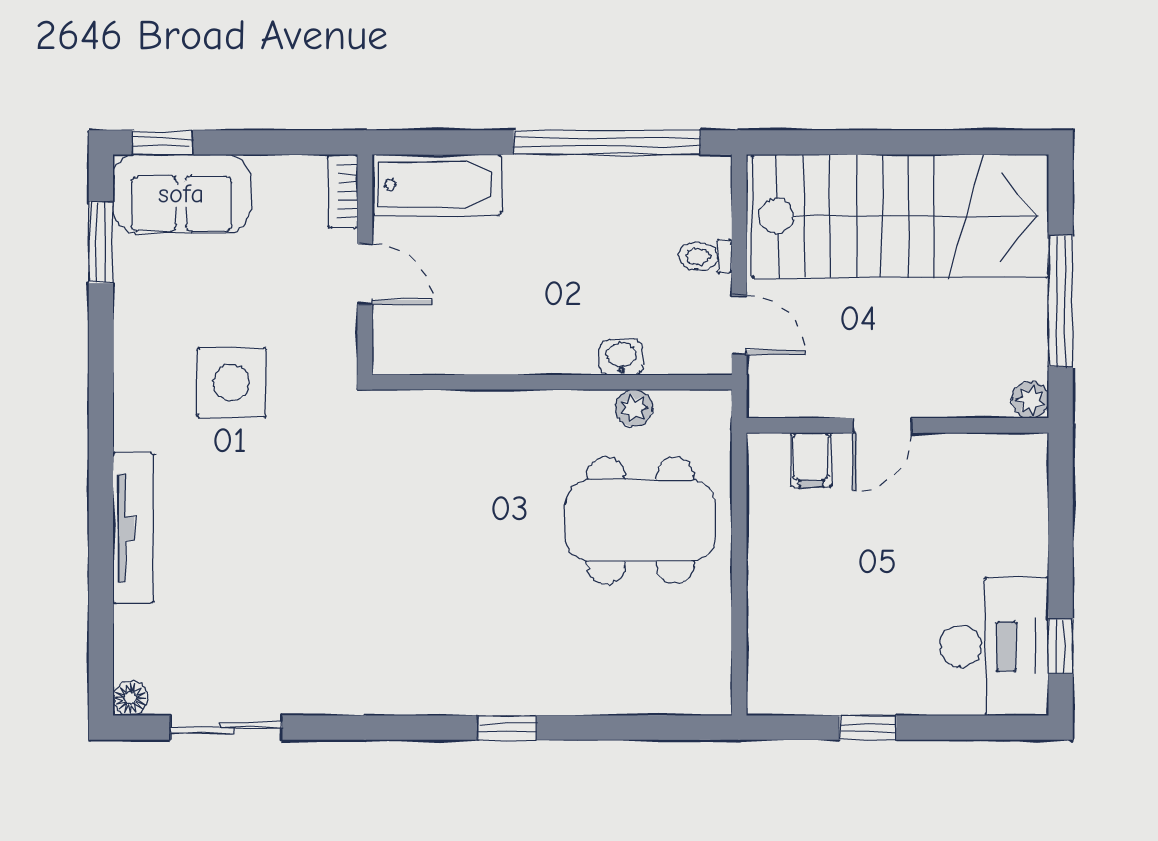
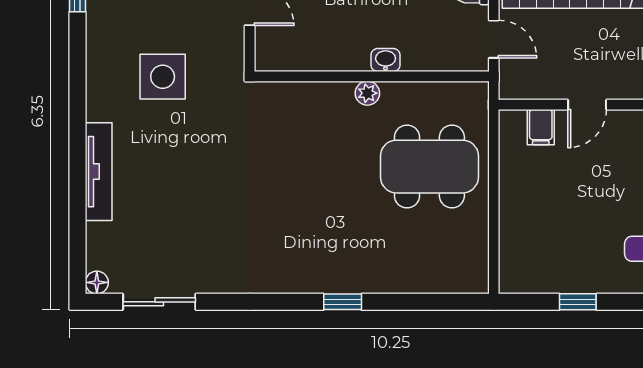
washbasin: (621, 357) -> (386, 60), moved
plant: (634, 408) -> (367, 93), moved

